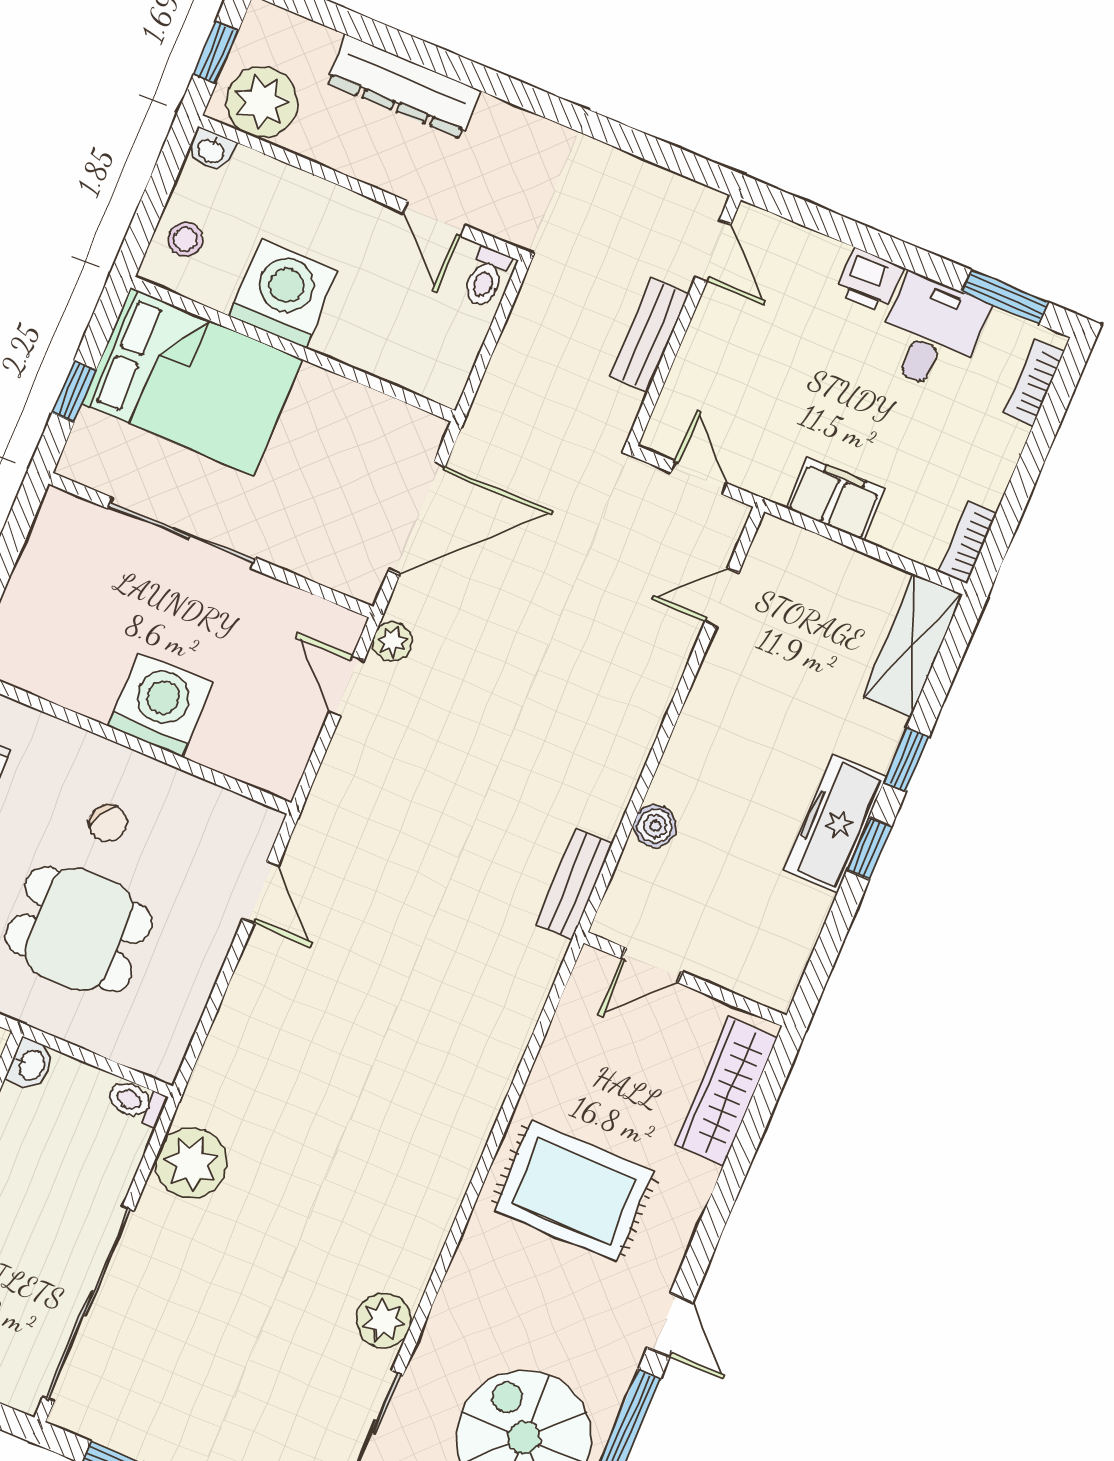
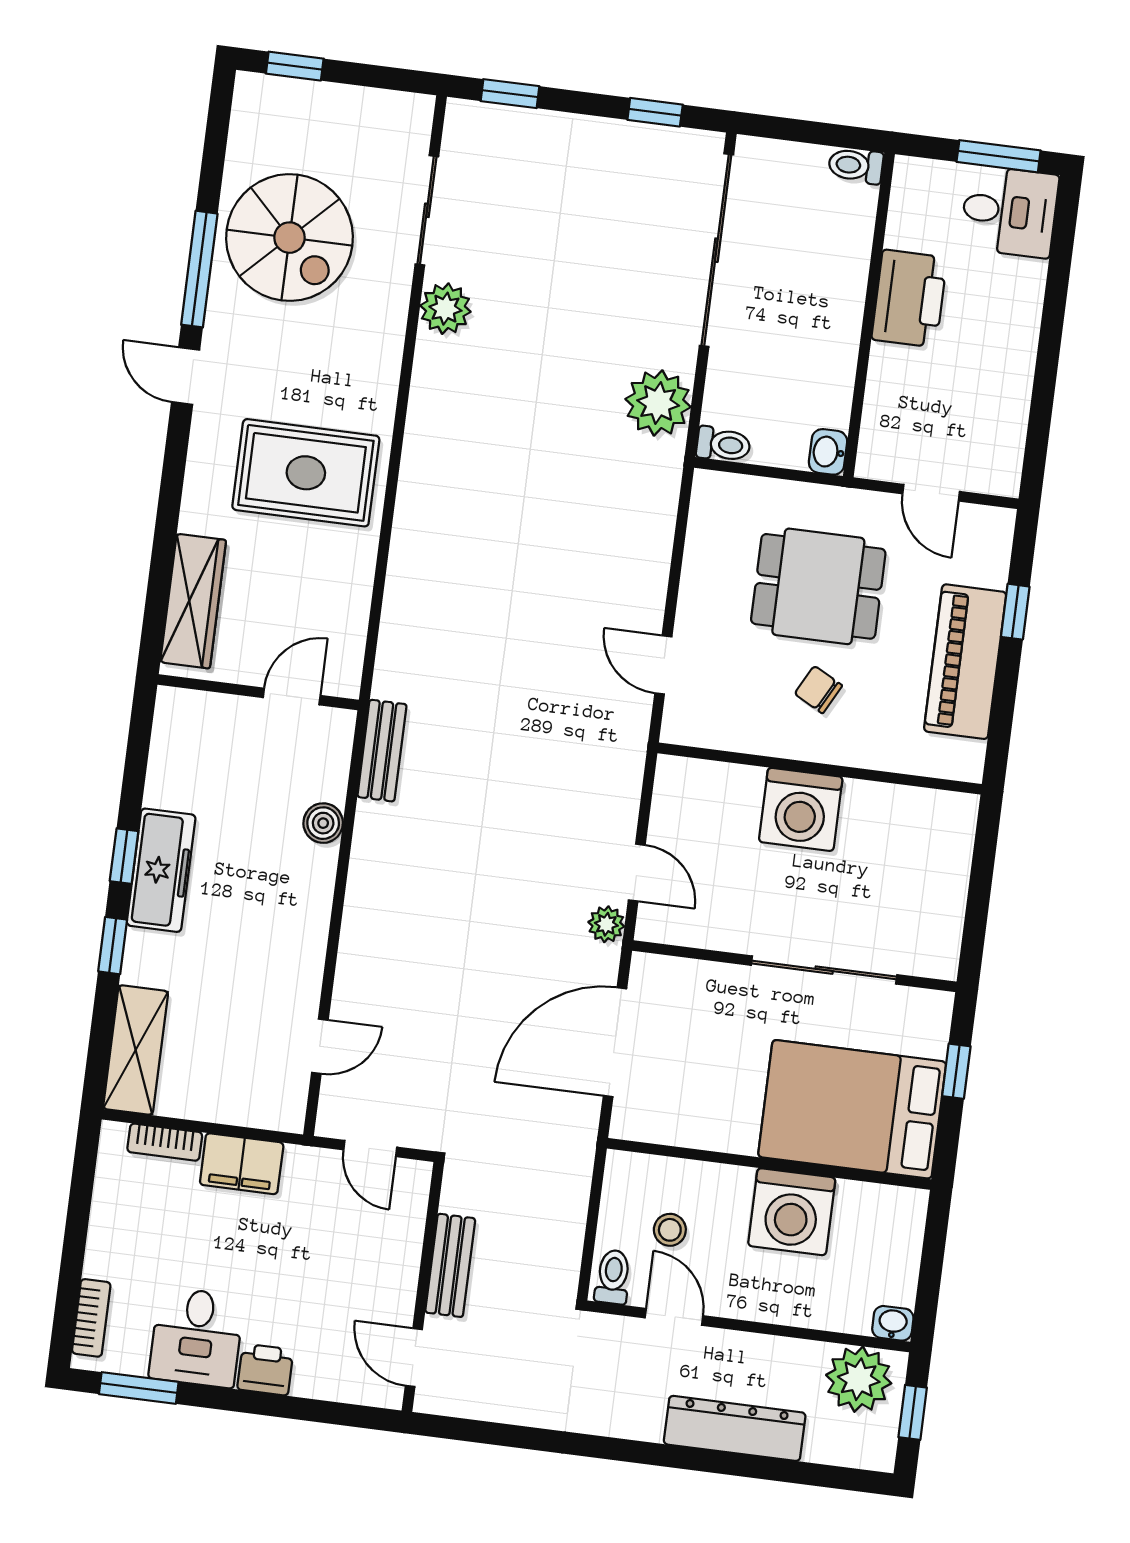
stool: (185, 239) -> (670, 1230), moved
bookcase: (968, 542) -> (165, 1142), moved, turned 90

